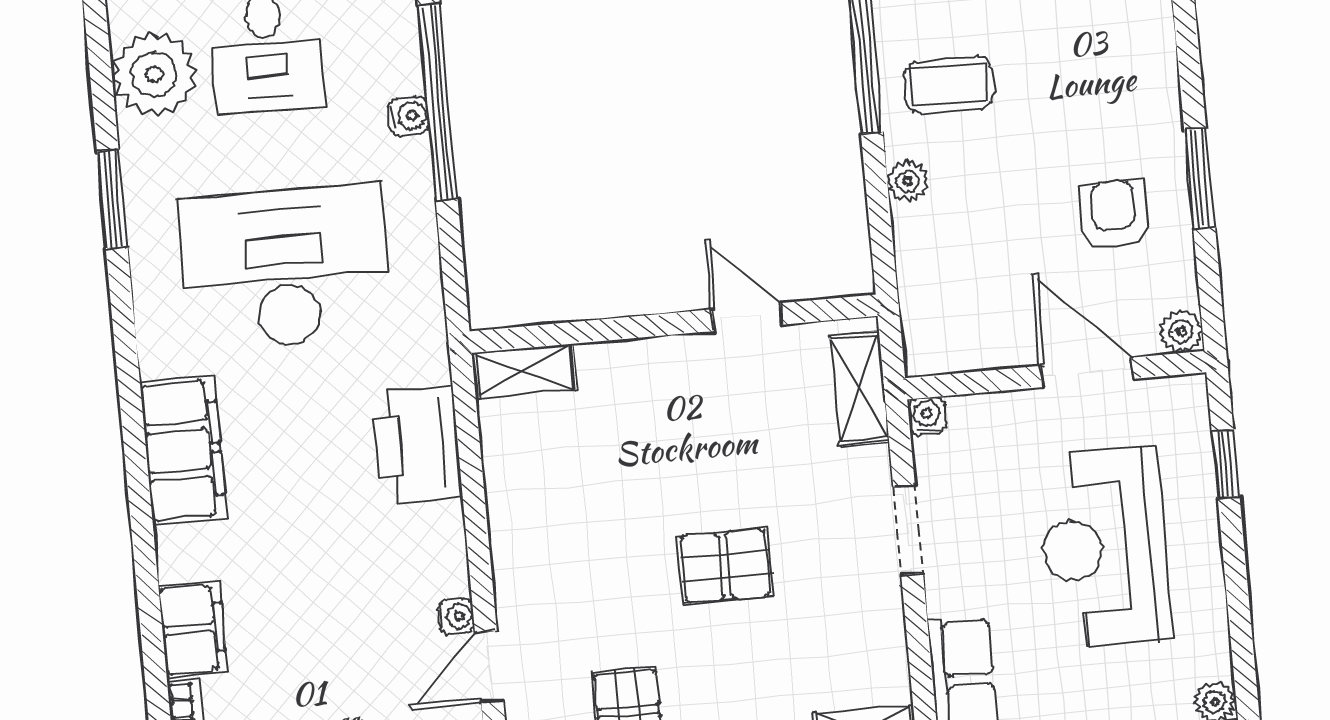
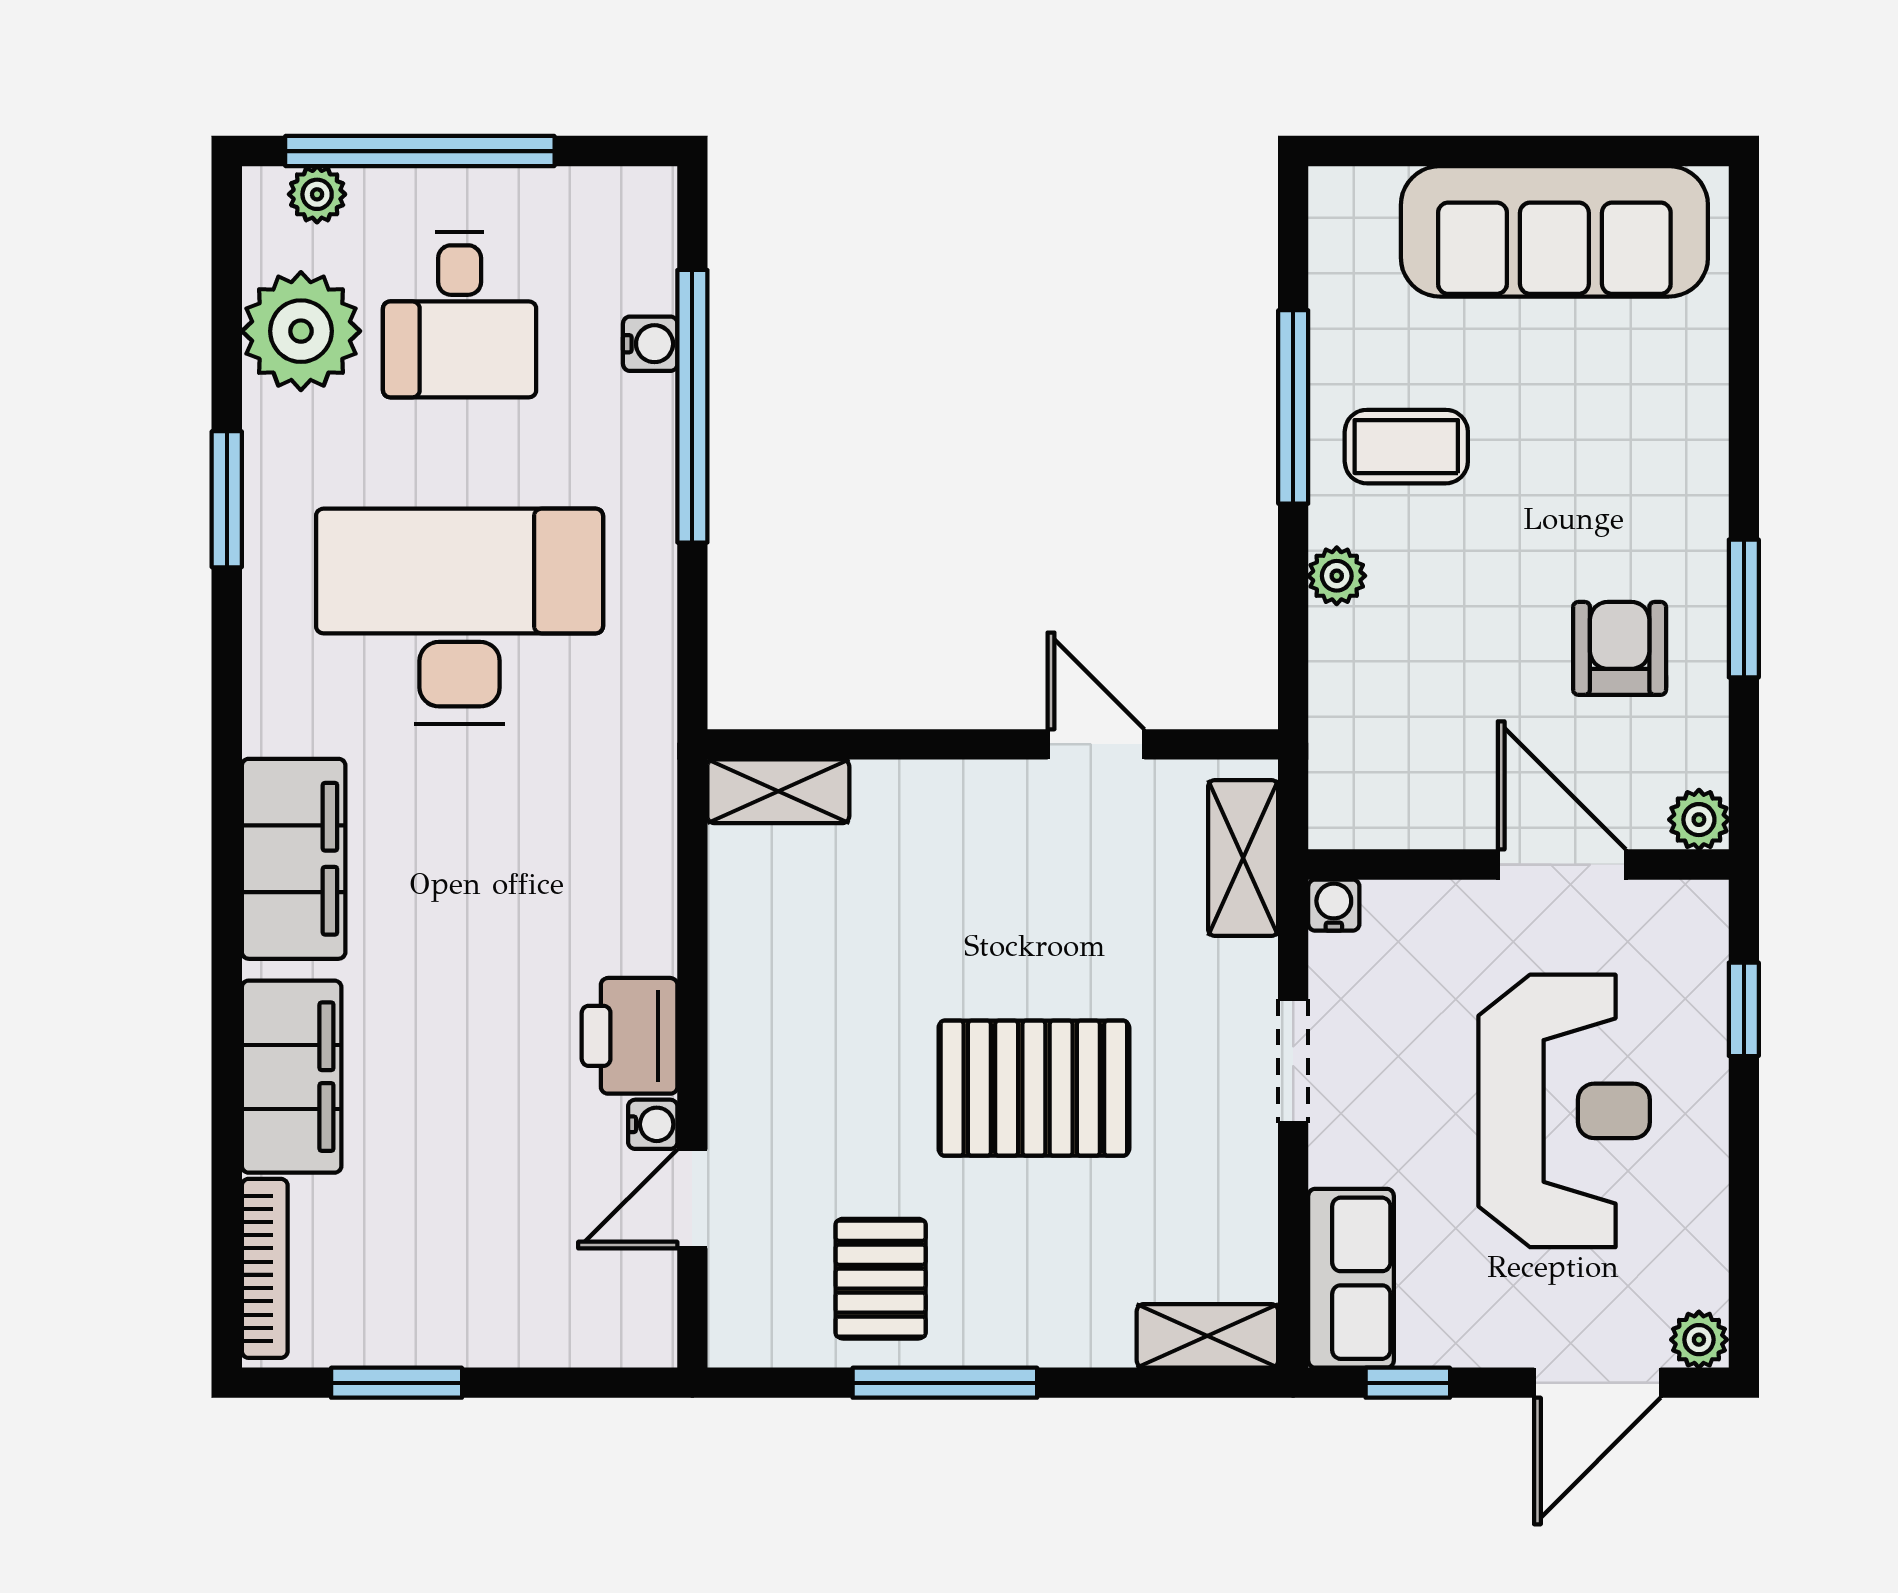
water cooler: (409, 116) -> (650, 344), moved
printer: (417, 445) -> (630, 1036), moved, width x0.73, depth x0.84
reception desk: (1104, 548) -> (1564, 1111), turned 180
pallet: (725, 566) -> (1034, 1088), width x1.50, depth x1.42
filing cabinet: (193, 629) -> (292, 1077), width x1.50, depth x1.17

